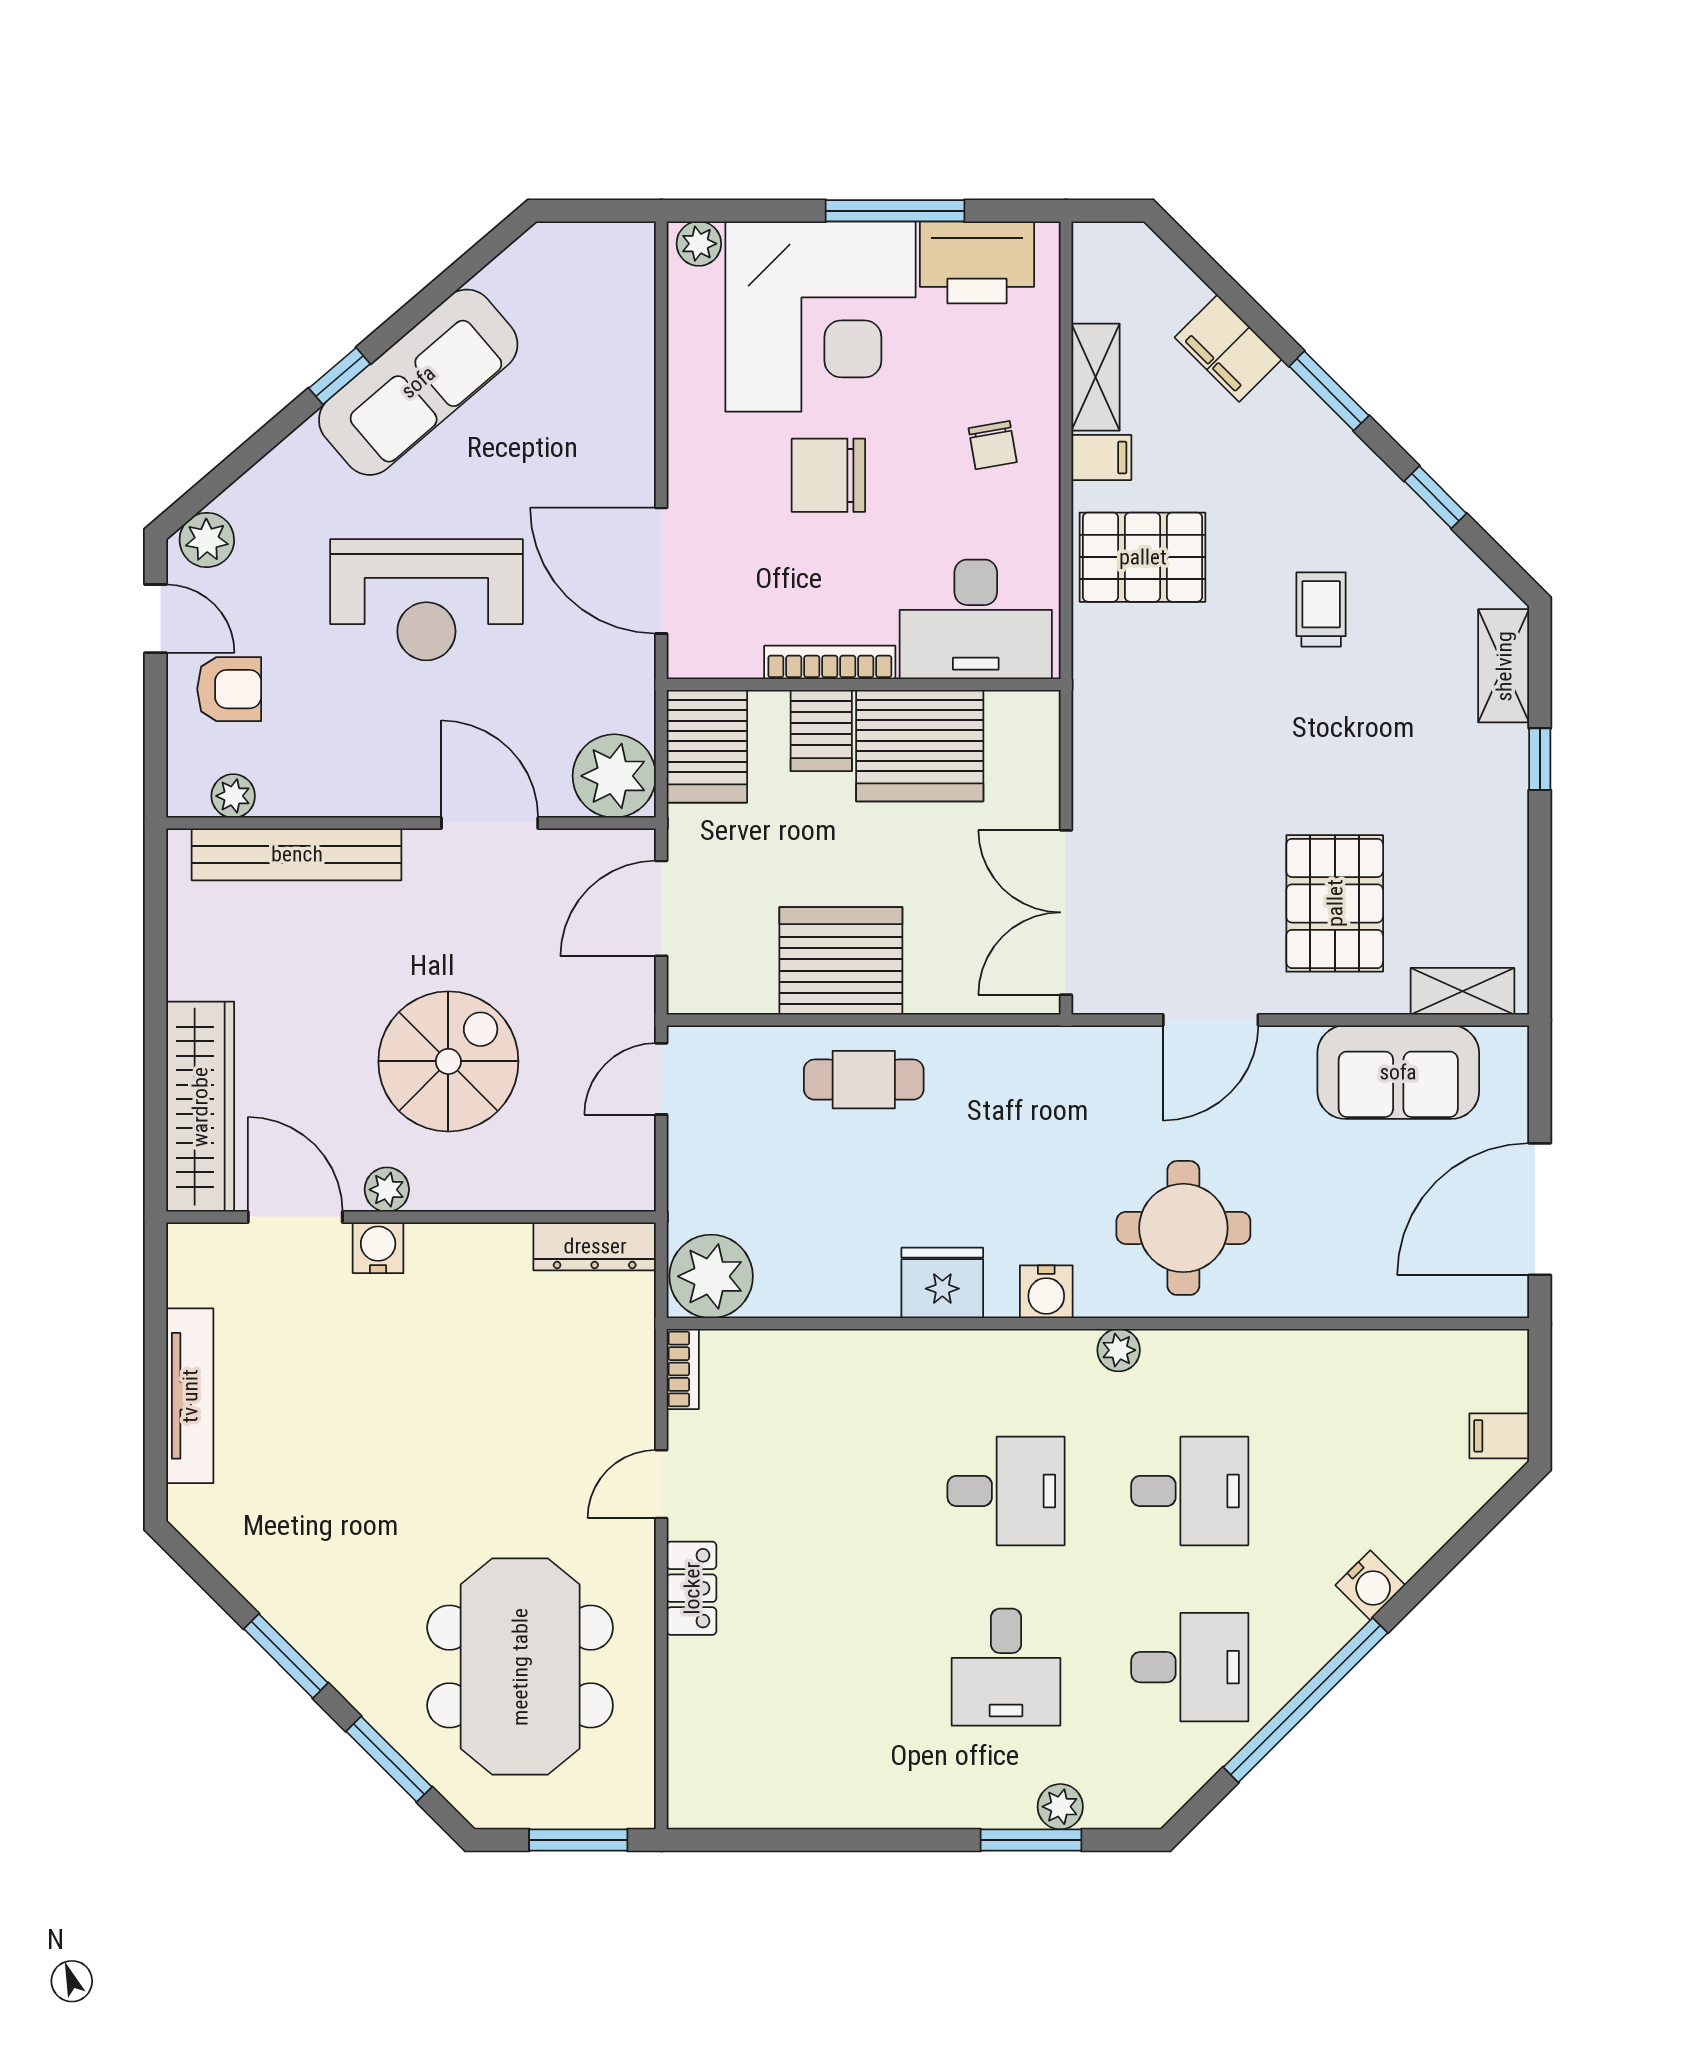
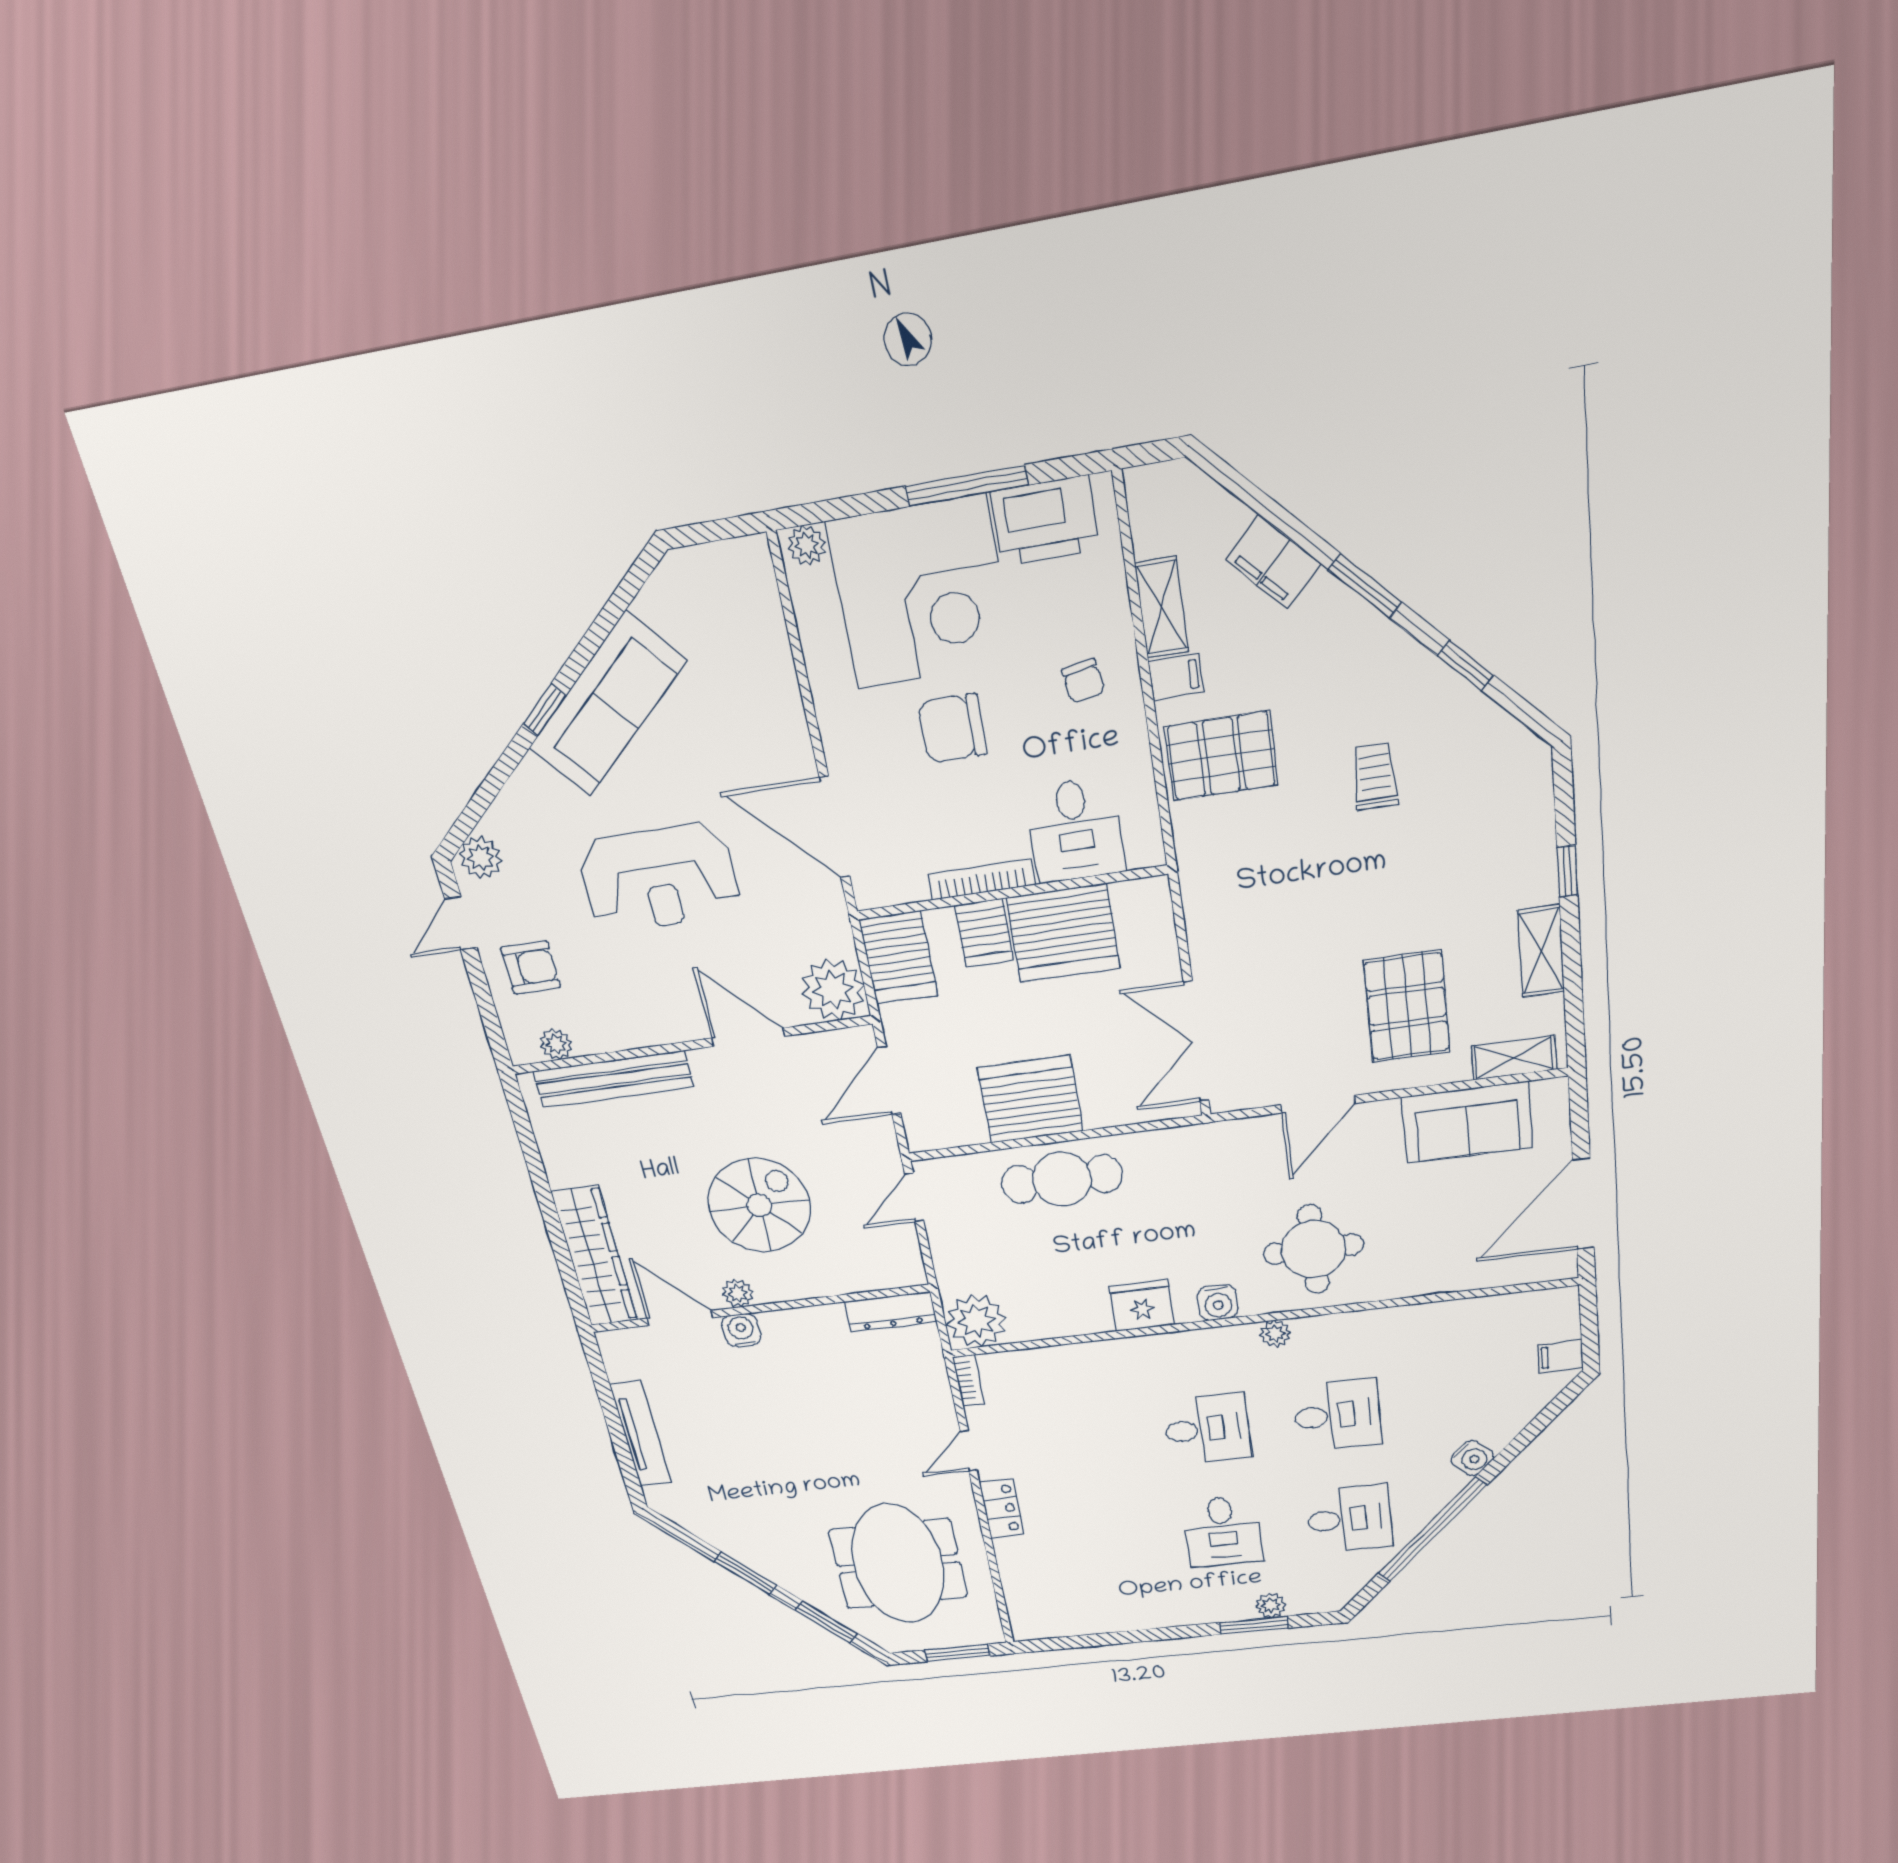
door: (155, 619) -> (461, 923), swing flipped
desk: (976, 619) -> (1075, 830), width x0.73
shelving: (1504, 666) -> (1541, 951), moved
cafe table: (864, 1080) -> (1062, 1179), width x1.37, depth x1.35

